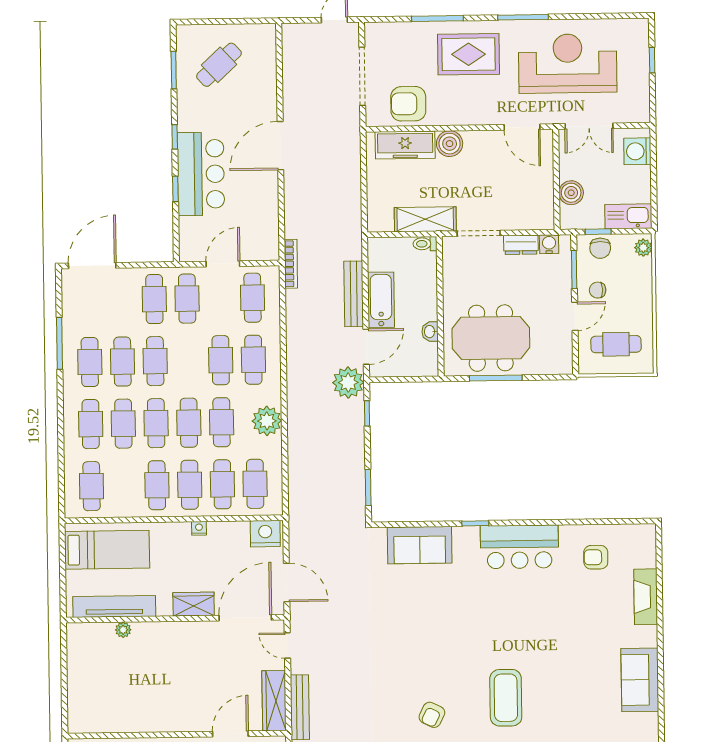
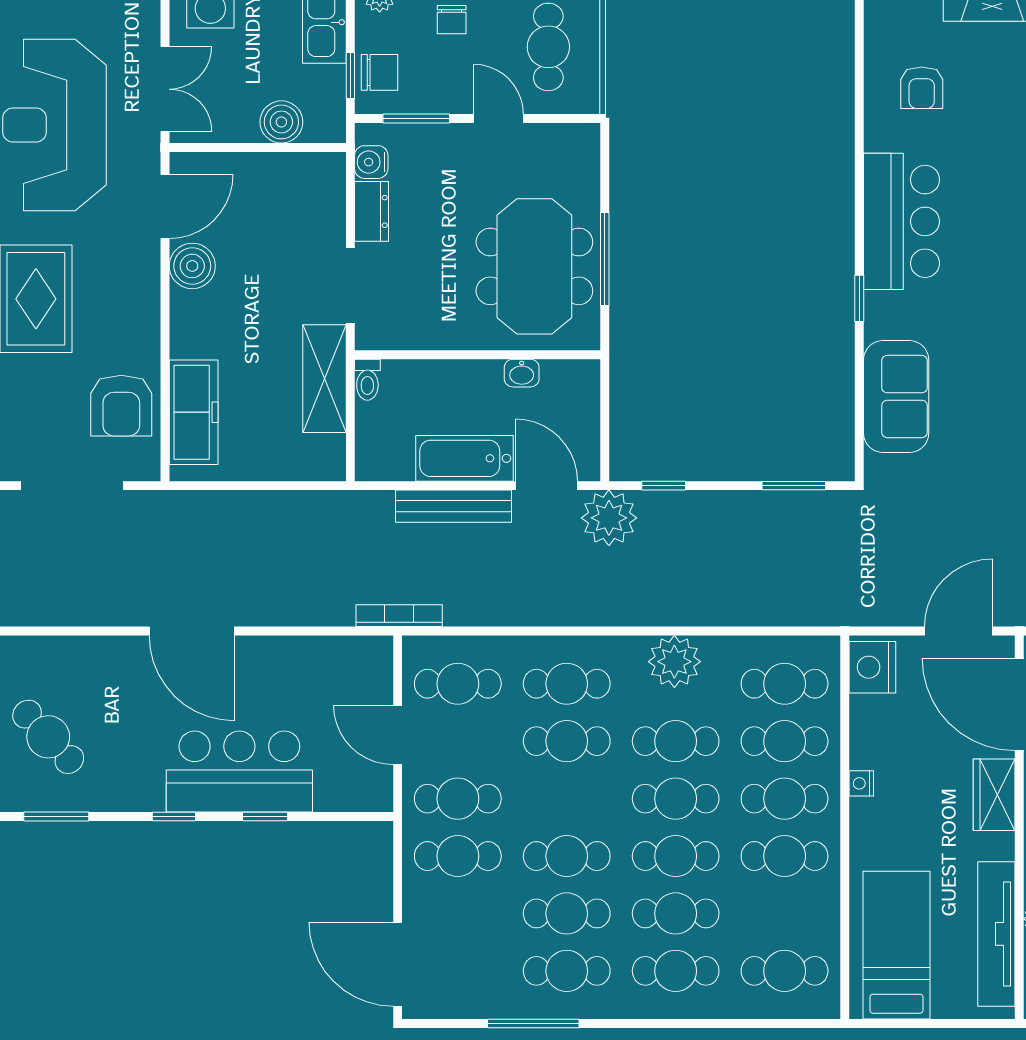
boiler: (450, 144) -> (192, 266), moved
chair: (598, 290) -> (452, 20), moved

